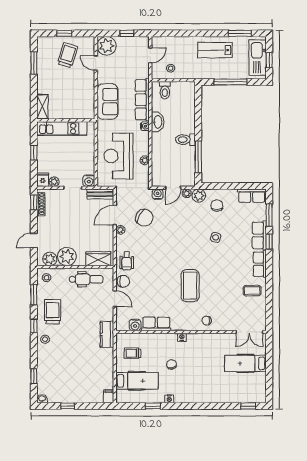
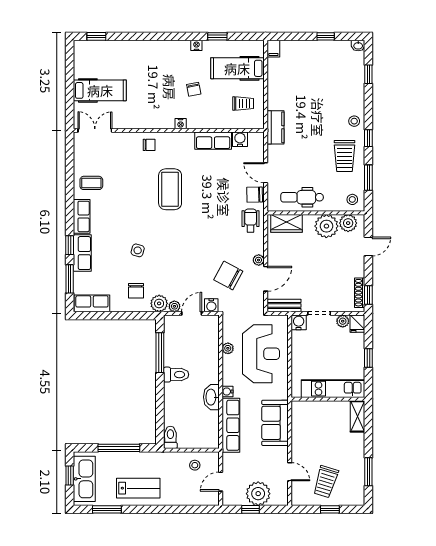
plant: (107, 46) -> (258, 494), moved
toilet: (165, 90) -> (170, 437), moved

